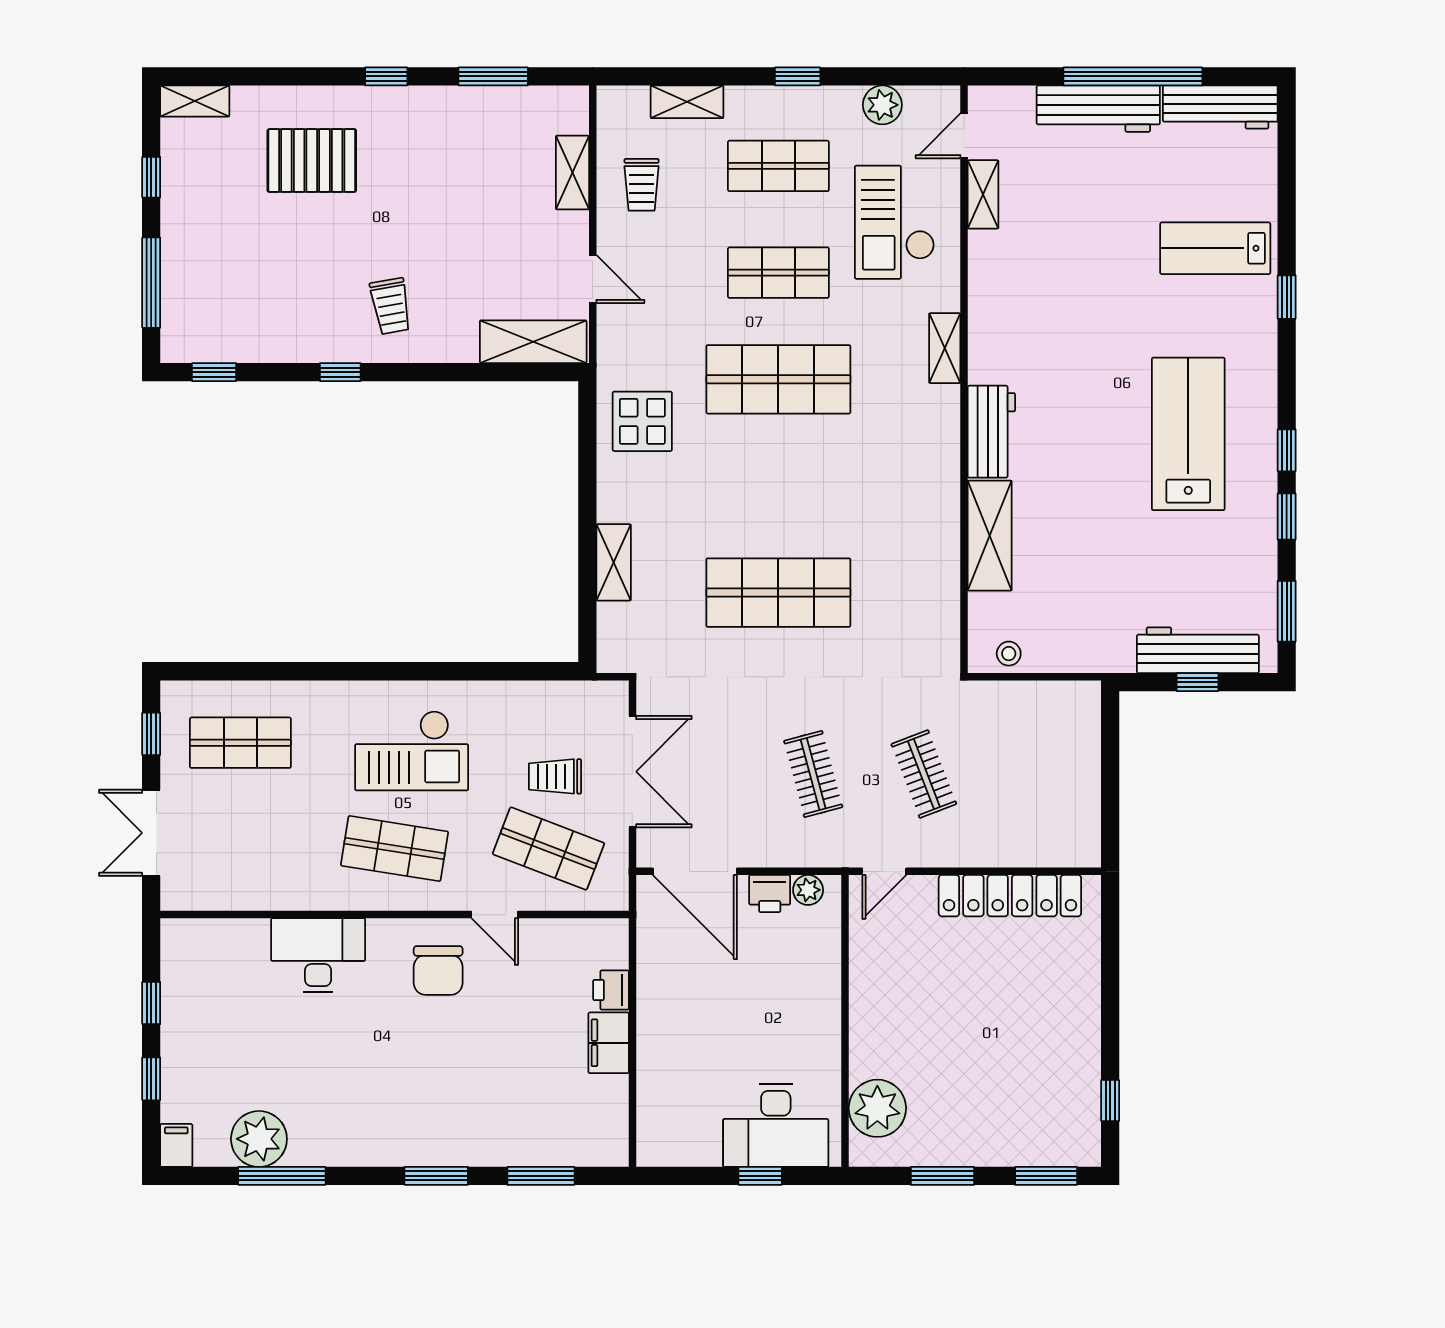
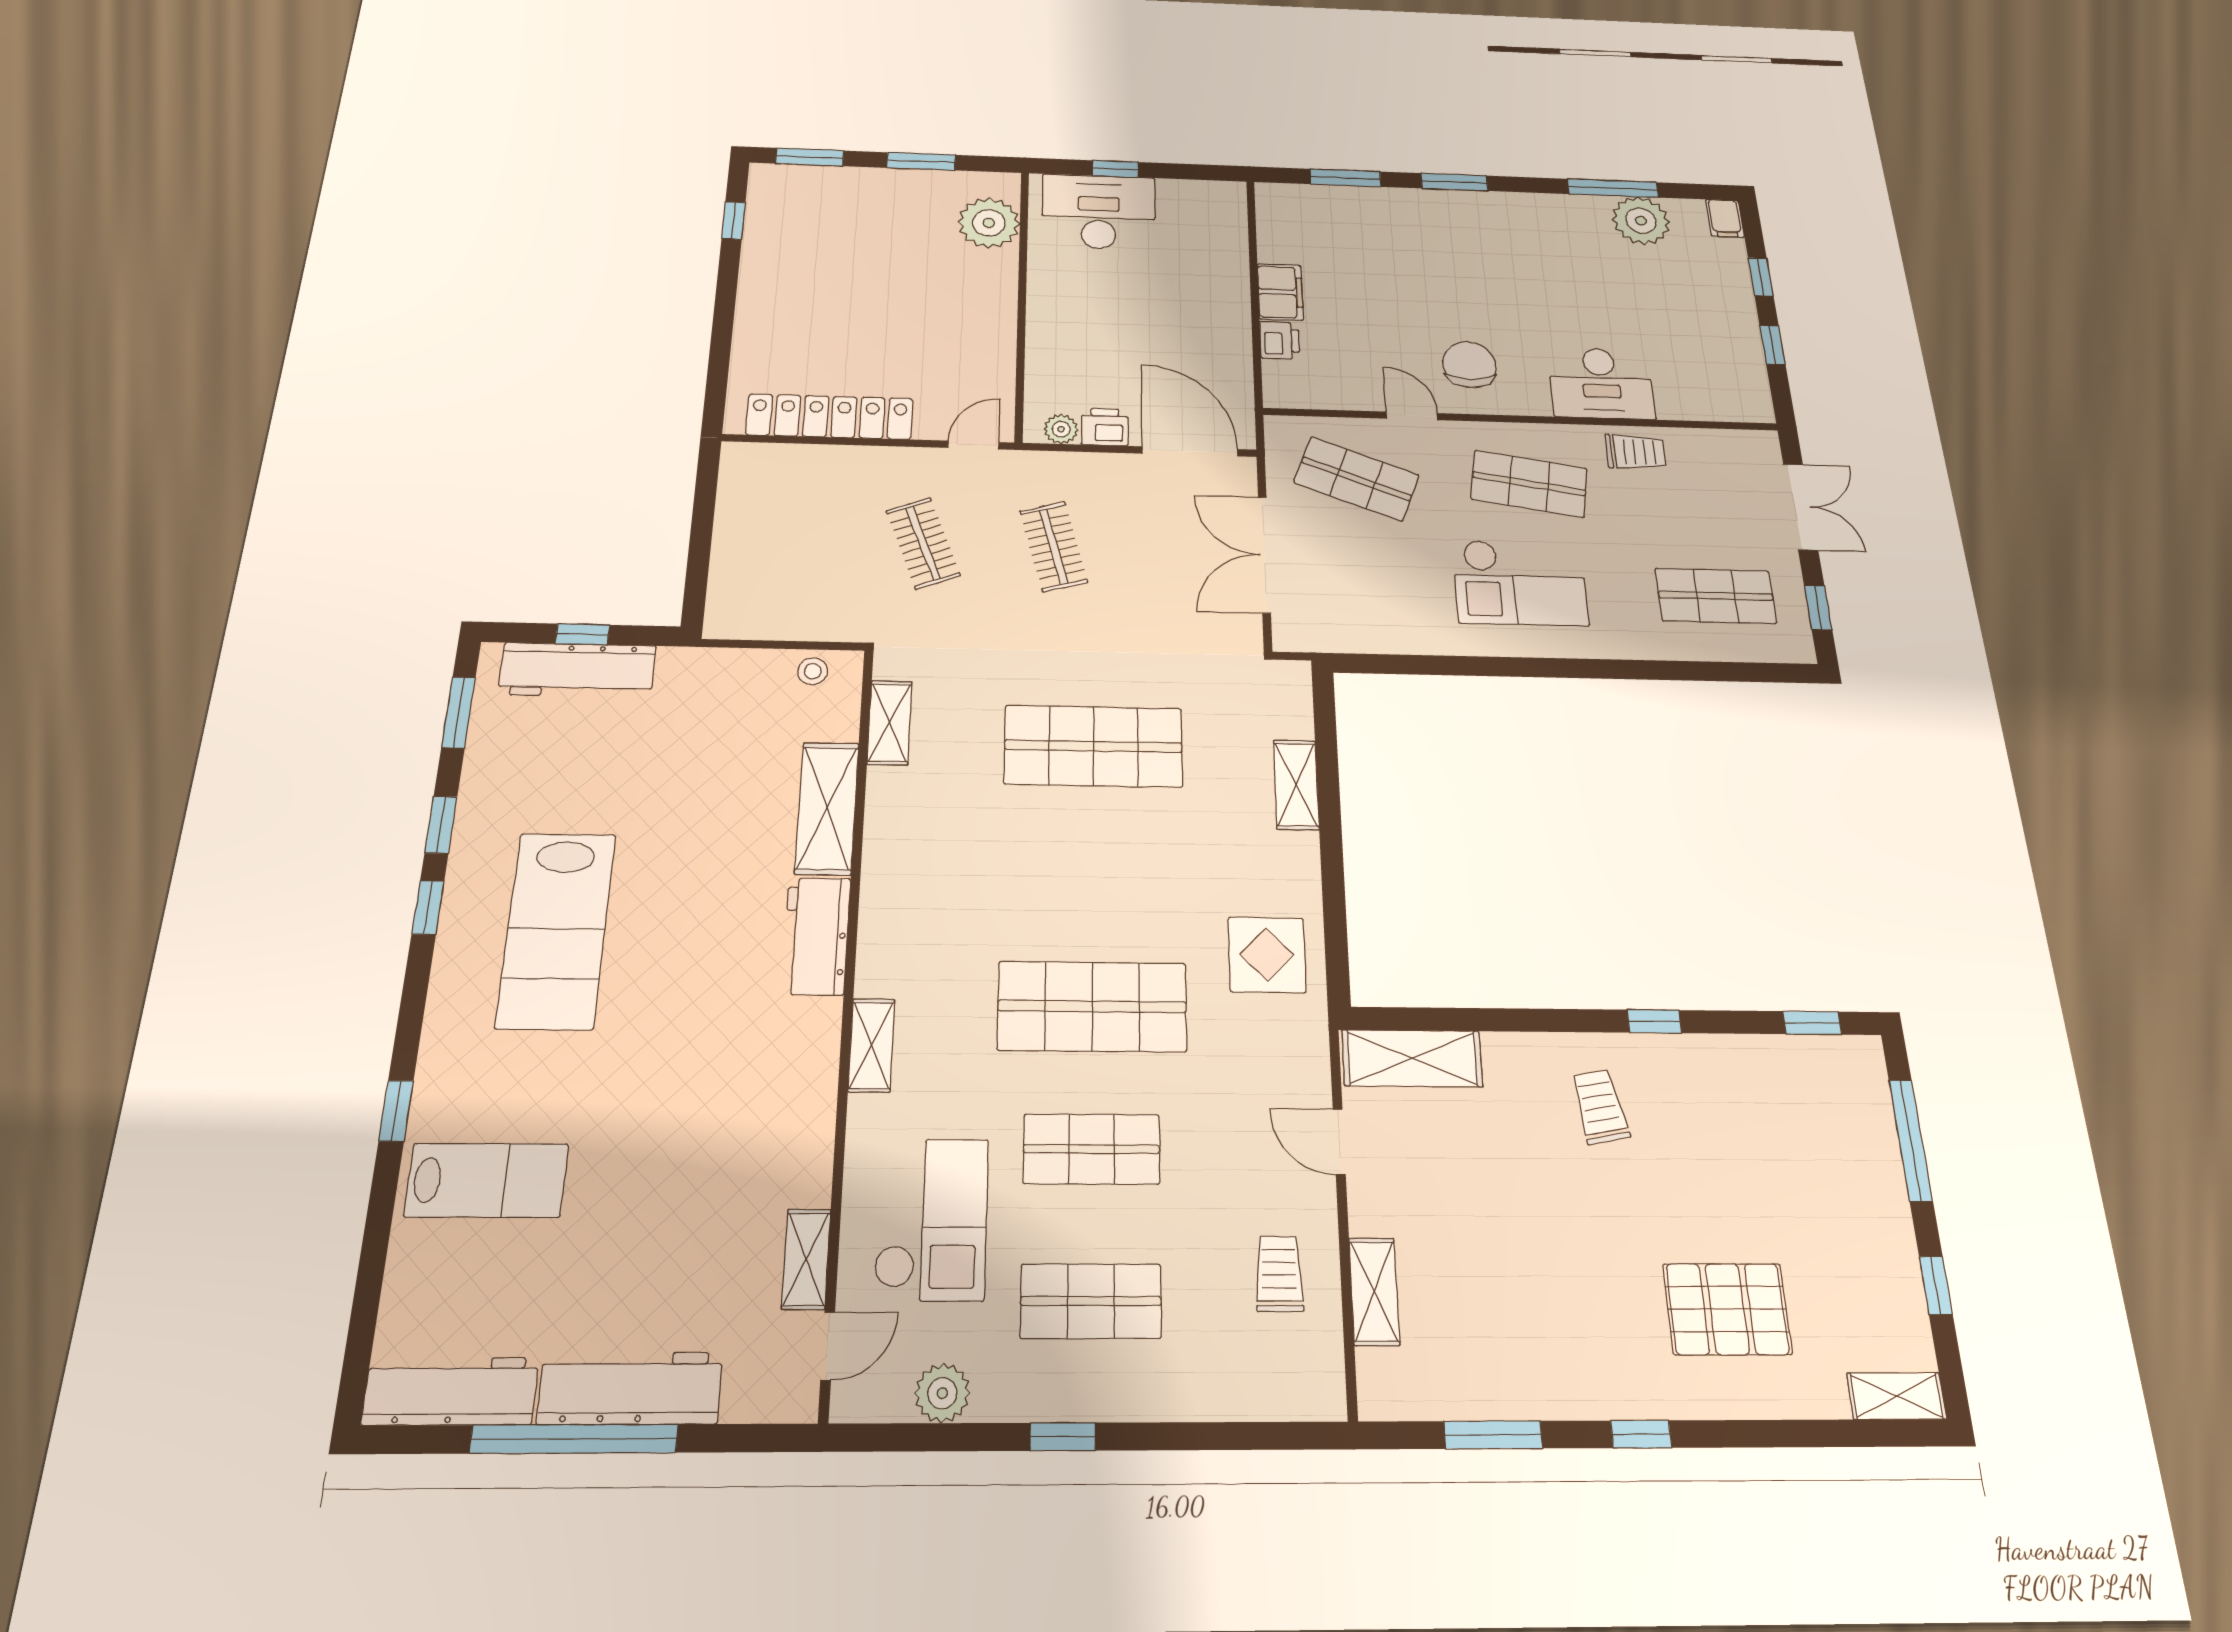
shelving: (687, 102) -> (889, 723), moved, turned 90
checkout: (412, 751) -> (1520, 583), turned 180
trolley: (555, 776) -> (1636, 452), moved

